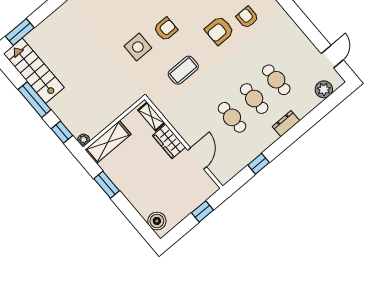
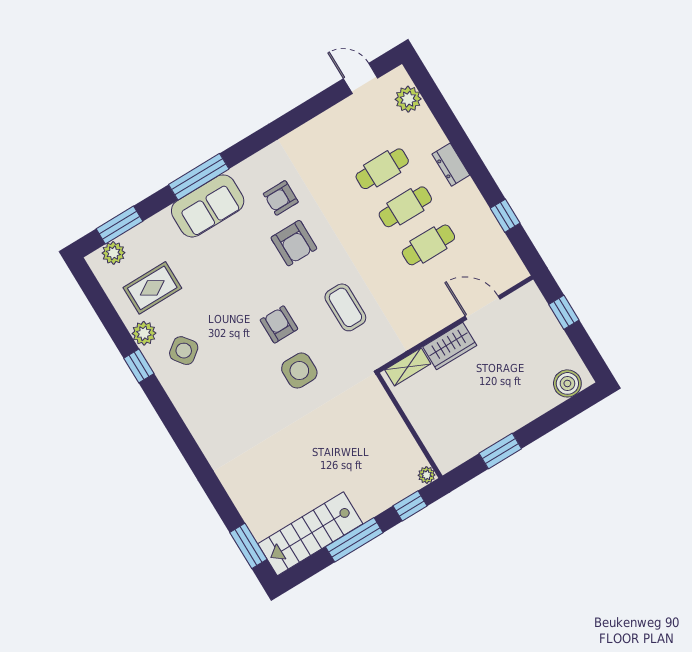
shelving: (108, 142) -> (436, 439), removed

